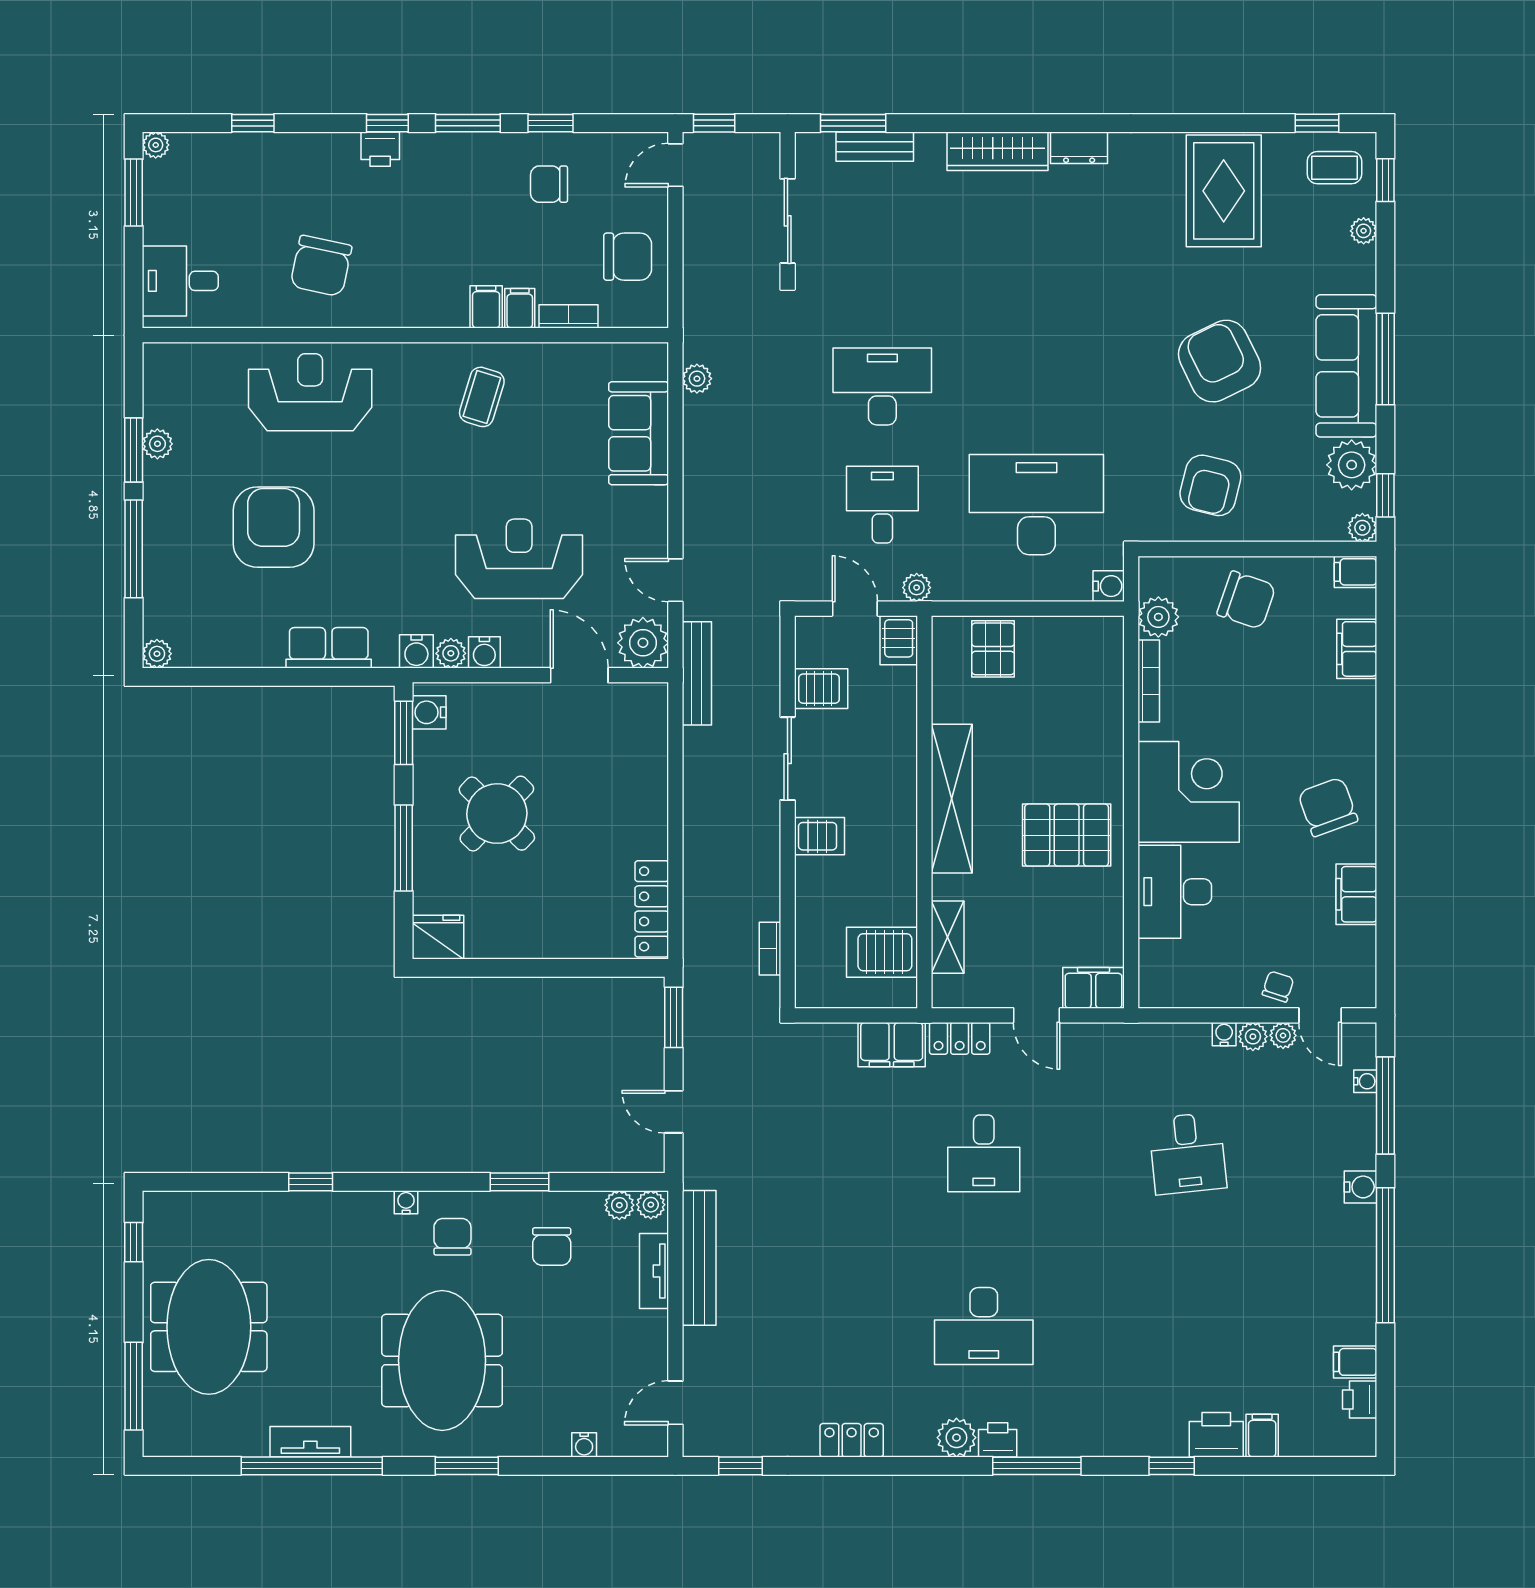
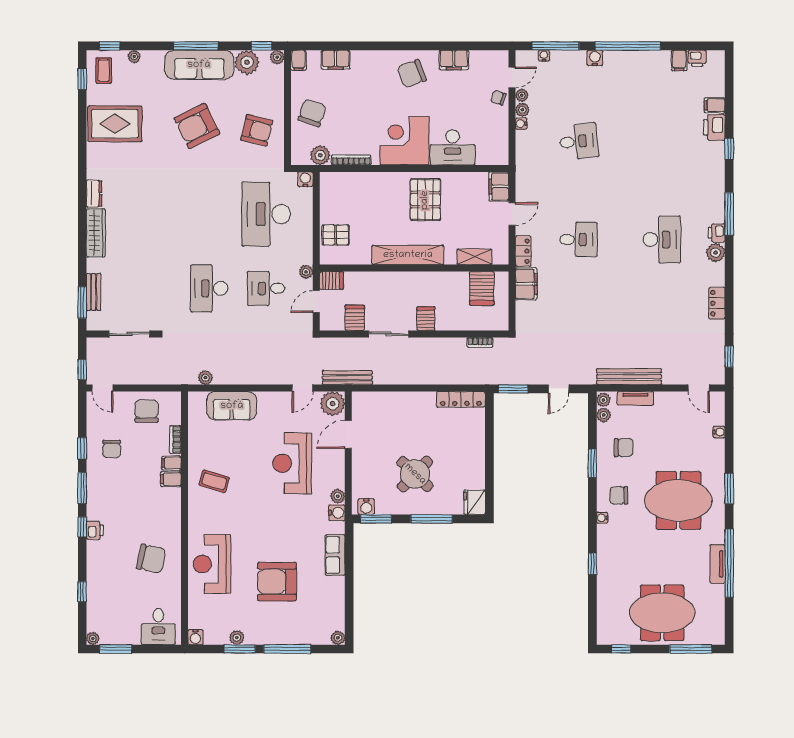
water cooler: (484, 652) -> (195, 637), moved, turned 90

